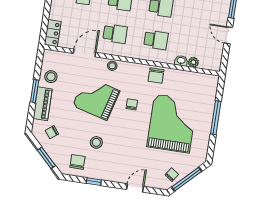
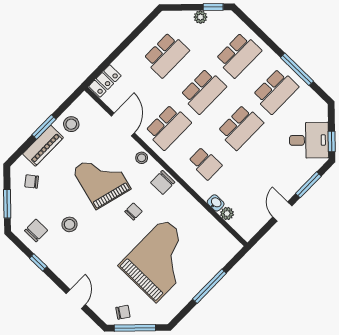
school desk: (115, 34) -> (168, 127), width x1.85
door: (85, 53) -> (123, 125), hinge flipped
chair: (156, 75) -> (163, 182), moved
door: (135, 188) -> (76, 299), hinge flipped

